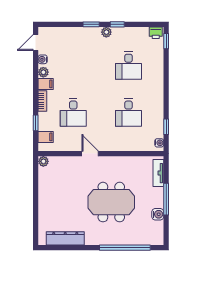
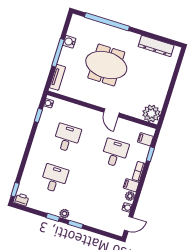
plant: (43, 161) -> (151, 114), width x1.87, depth x1.87

